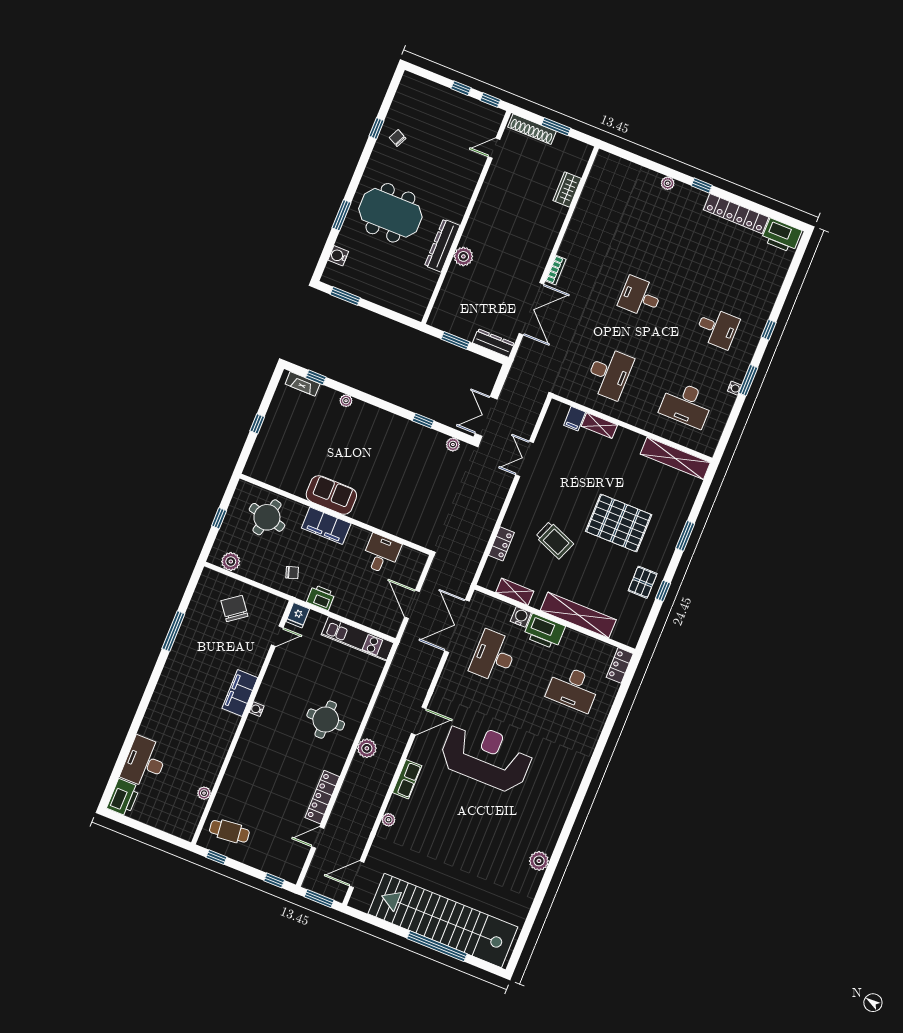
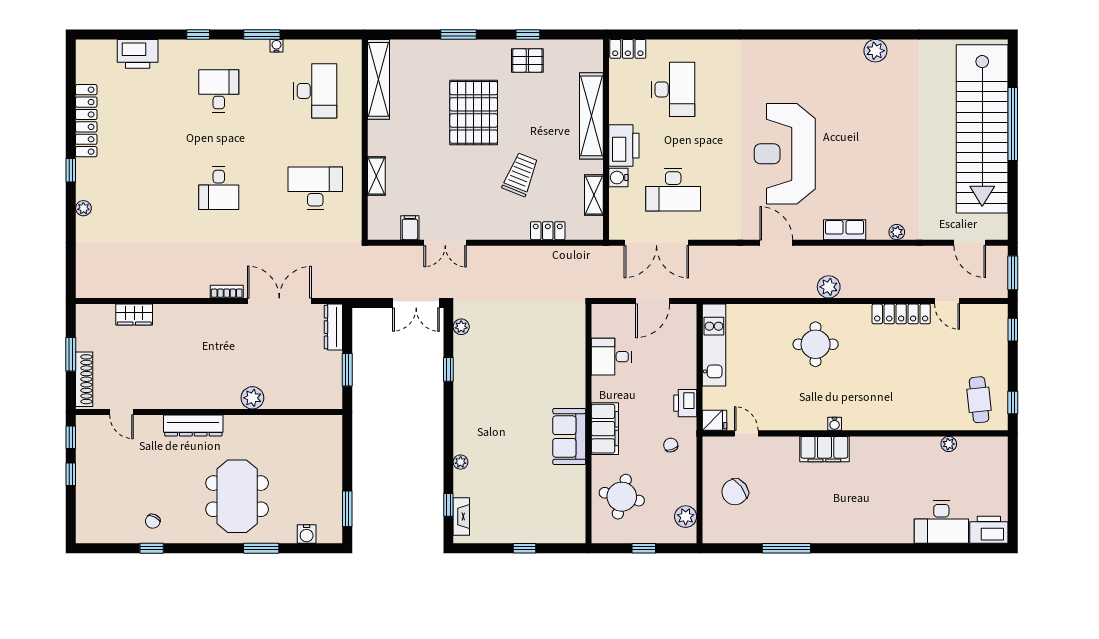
printer: (781, 236) -> (138, 54), moved, turned 90
dresser: (442, 246) -> (193, 426), moved
filing cabinet: (575, 419) -> (410, 228), moved, turned -90

